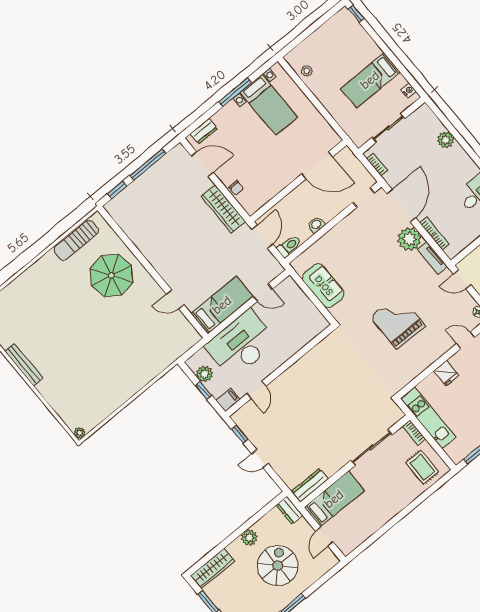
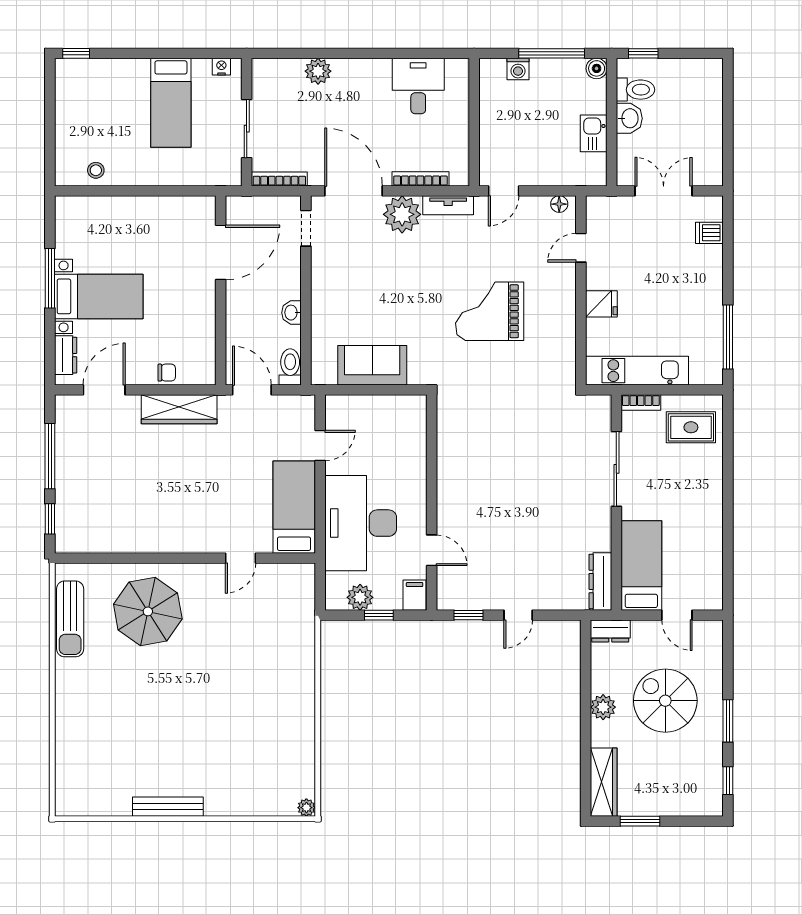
bed with nightstands: (269, 105) -> (99, 296), moved
bookcase: (377, 164) -> (279, 179), width x1.56

